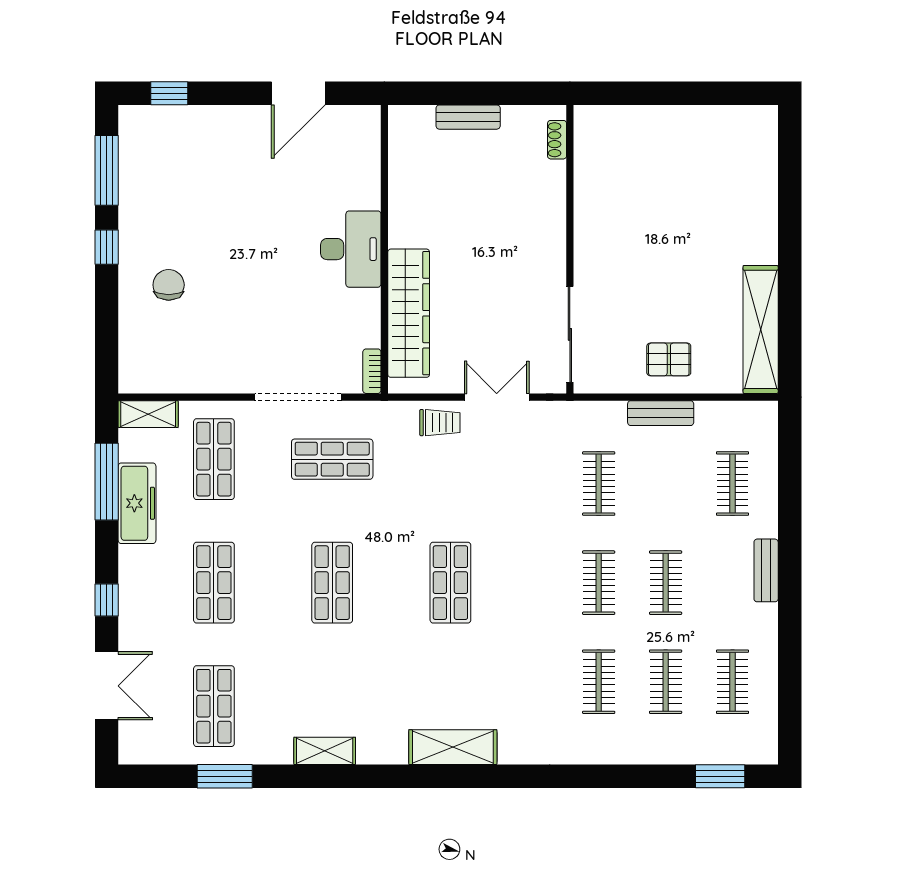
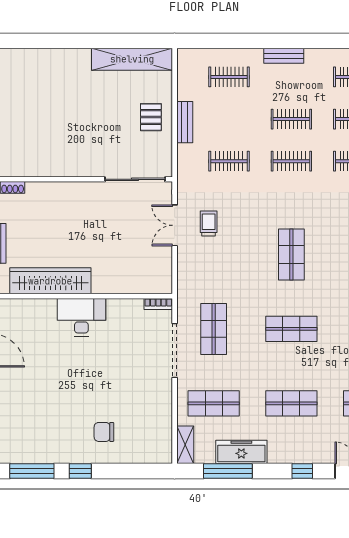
wardrobe: (409, 313) -> (50, 281), moved
trolley: (440, 423) -> (209, 223), moved
shop shelf: (450, 583) -> (291, 255), turned 90

